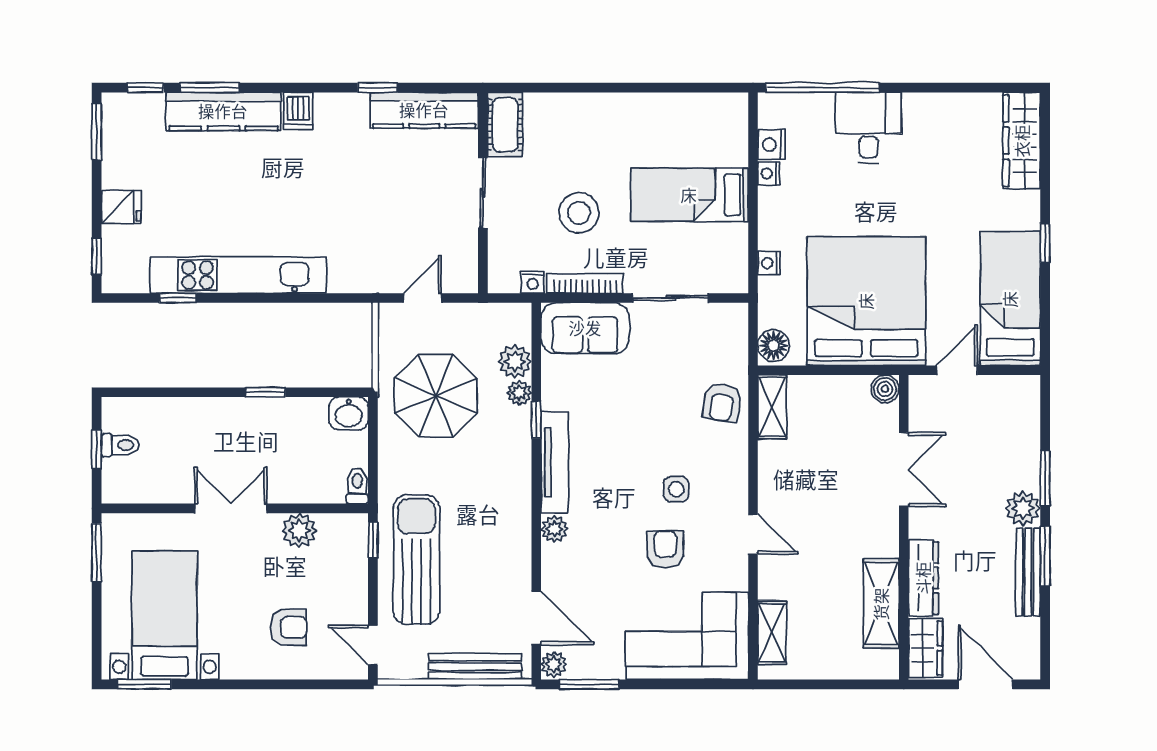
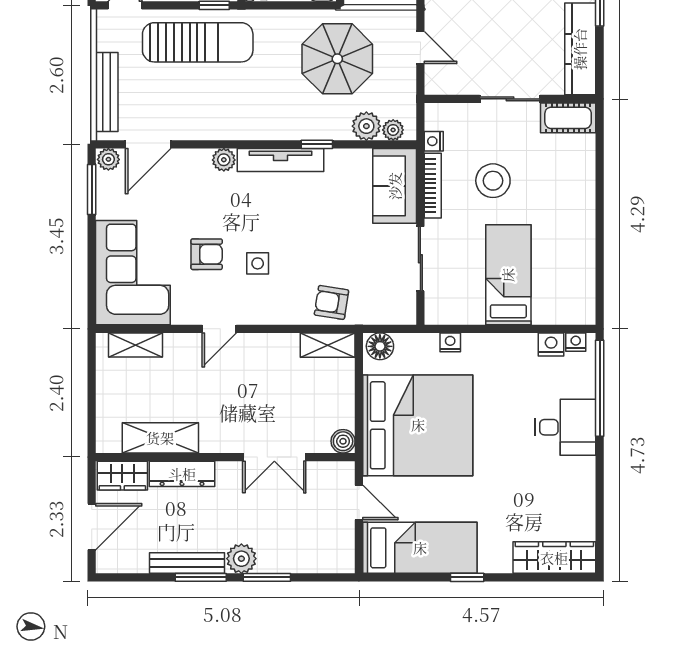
nightstand: (769, 174) -> (576, 342), moved
plant: (519, 393) -> (393, 130), moved

